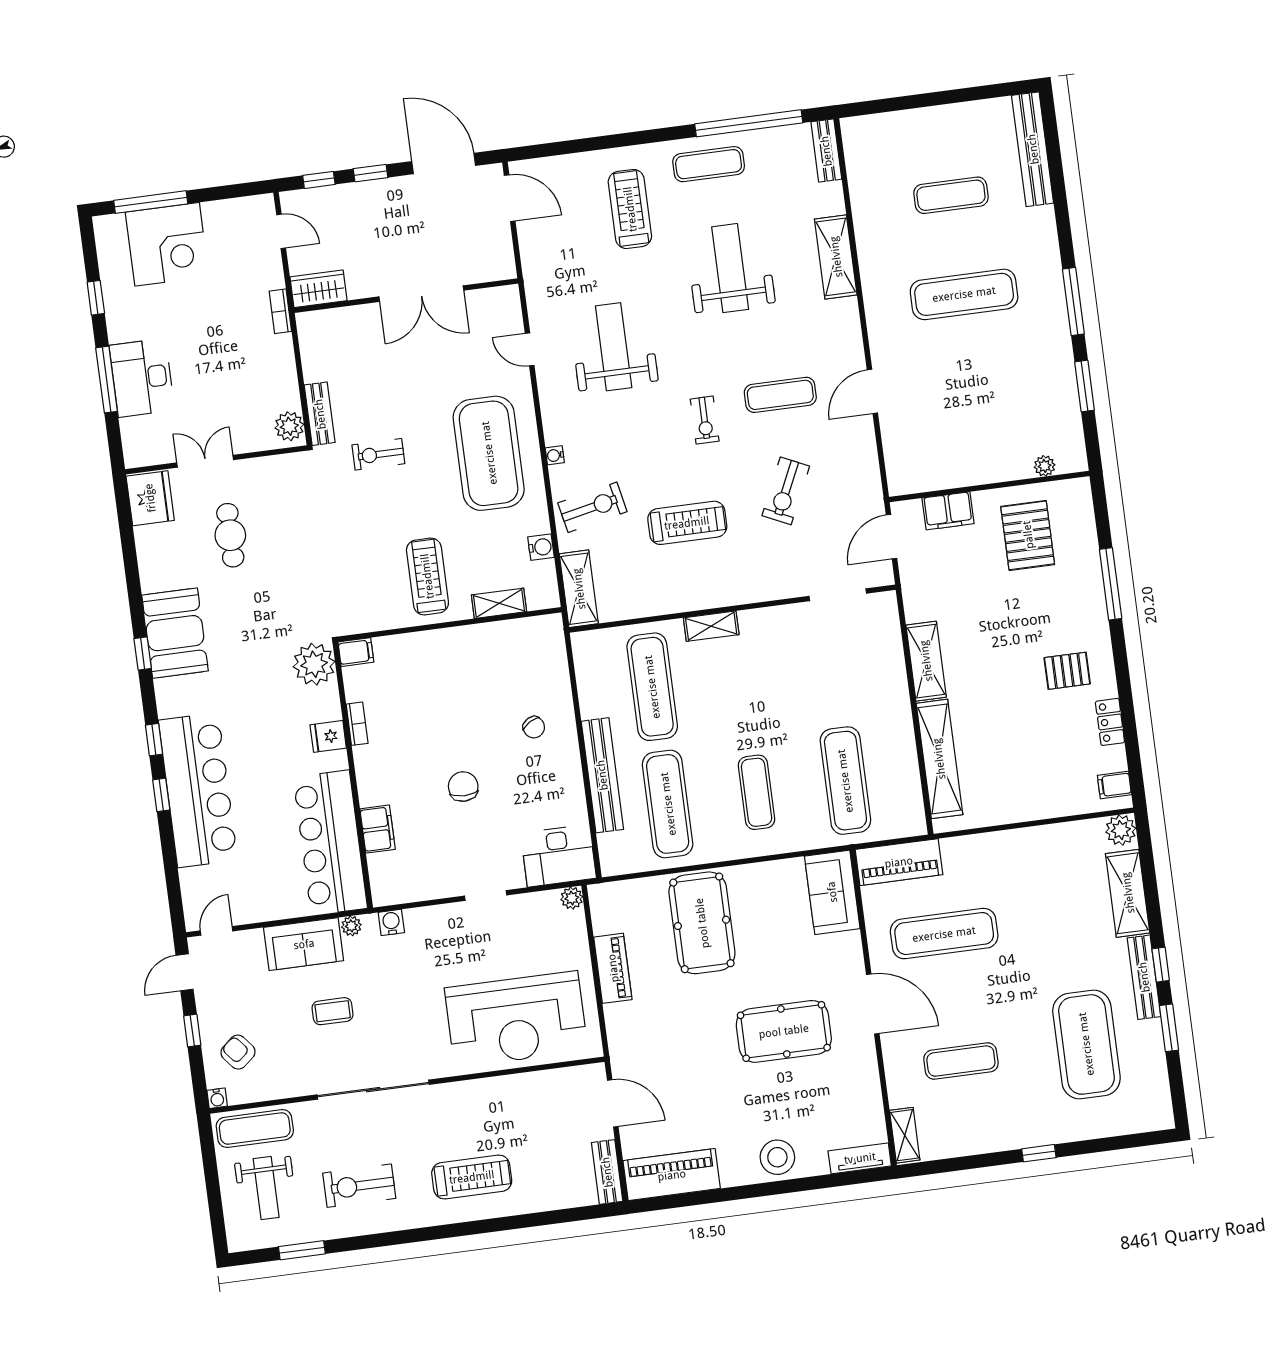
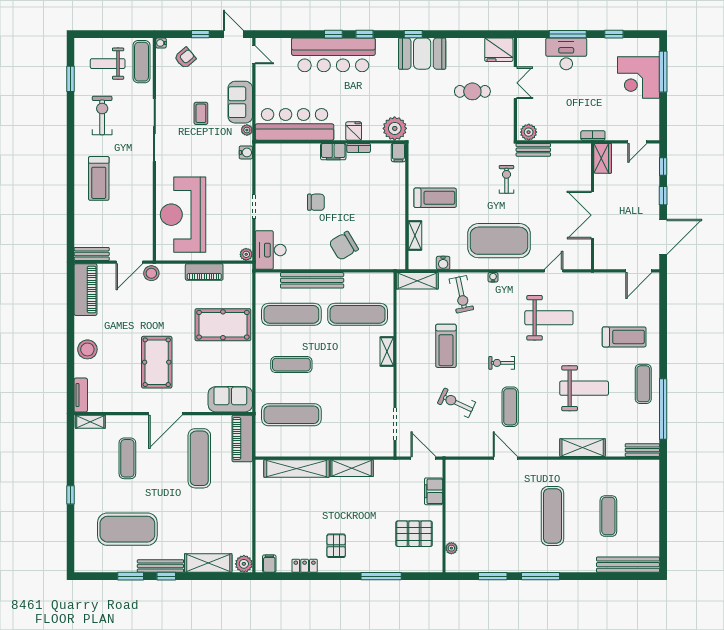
chair: (534, 727) -> (344, 246), width x1.87, depth x1.87
filing cabinet: (378, 829) -> (333, 152), moved
stool: (627, 1062) -> (151, 273), added

